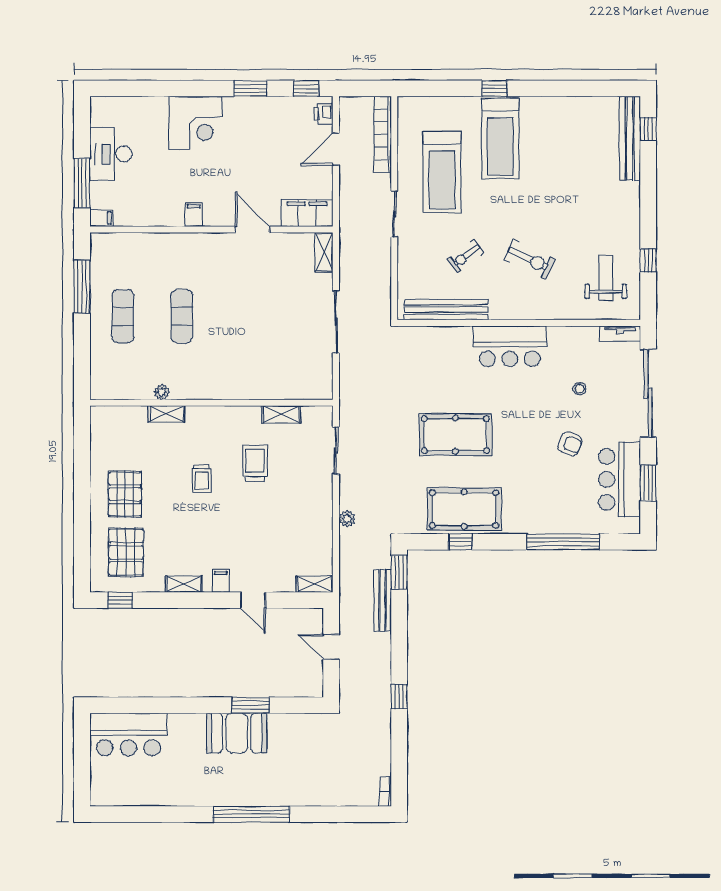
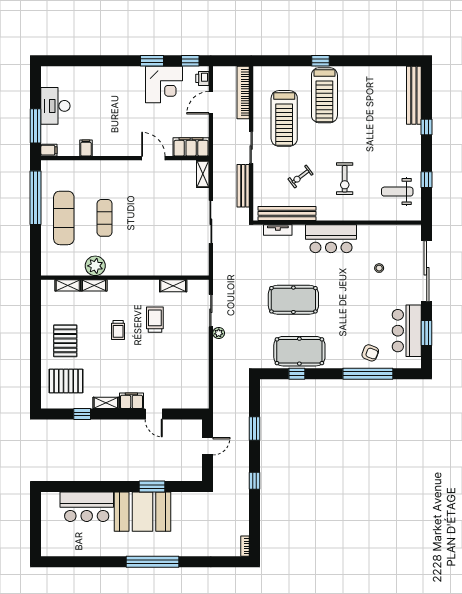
corner desk: (195, 123) -> (164, 85), moved
window: (648, 129) -> (427, 127), moved
filing cabinet: (194, 215) -> (86, 148), moved
exercise bike: (530, 259) -> (345, 179), turned 65
weight bench: (606, 278) -> (397, 192), turned -90
window: (82, 287) -> (36, 198), width x1.46
exercise mat: (123, 316) -> (64, 218), width x1.36, depth x1.45
tv unit: (620, 334) -> (278, 230), moved
plant: (162, 392) -> (95, 266), width x1.88, depth x1.88
armchair: (570, 444) -> (370, 353), moved
plant: (347, 519) -> (219, 333), moved
pallet: (126, 552) -> (66, 381), turned 90
window: (399, 572) -> (255, 428), moved
filing cabinet: (221, 581) -> (131, 401), width x2.00
shelving: (315, 584) -> (68, 285), moved
window: (120, 600) -> (82, 414), moved
bench: (383, 600) -> (243, 186), moved
door: (331, 647) -> (208, 446), swing flipped
booth: (237, 733) -> (142, 512), width x1.36, depth x1.42
bar counter: (128, 734) -> (87, 507), moved

